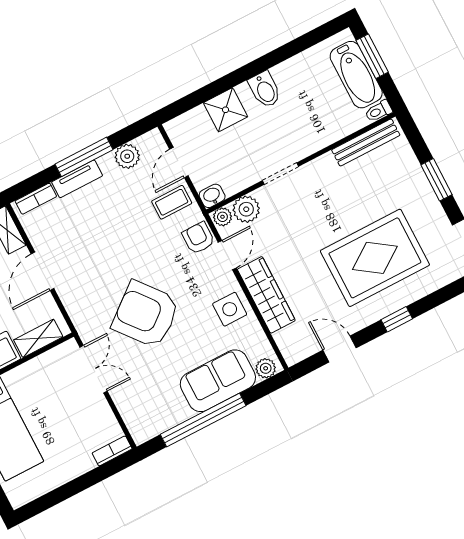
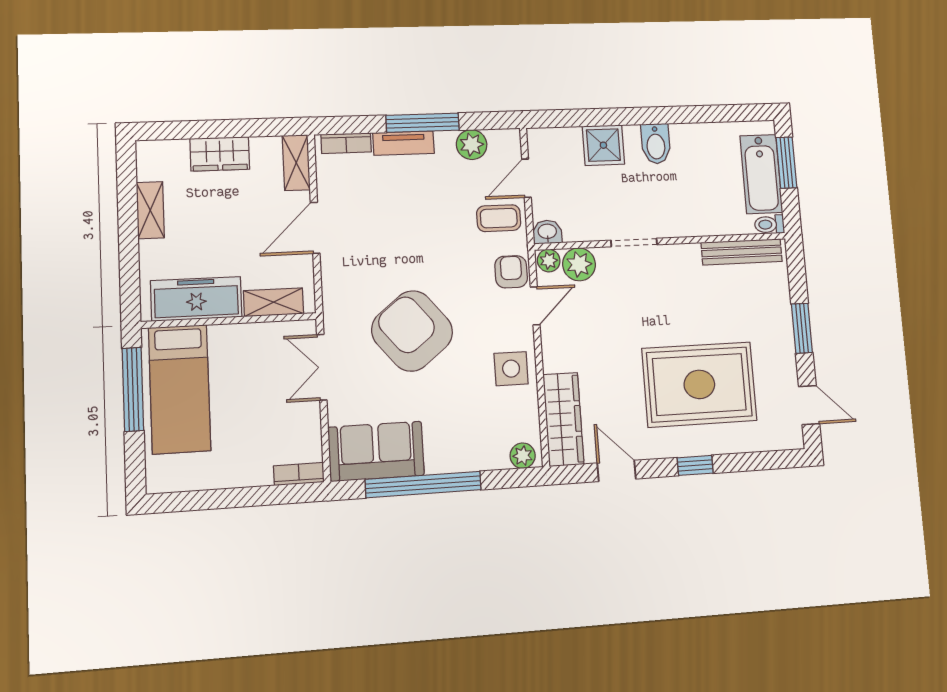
wardrobe: (266, 295) -> (563, 419), moved
double door: (94, 369) -> (322, 367), swing flipped
sofa: (218, 381) -> (376, 451), moved

